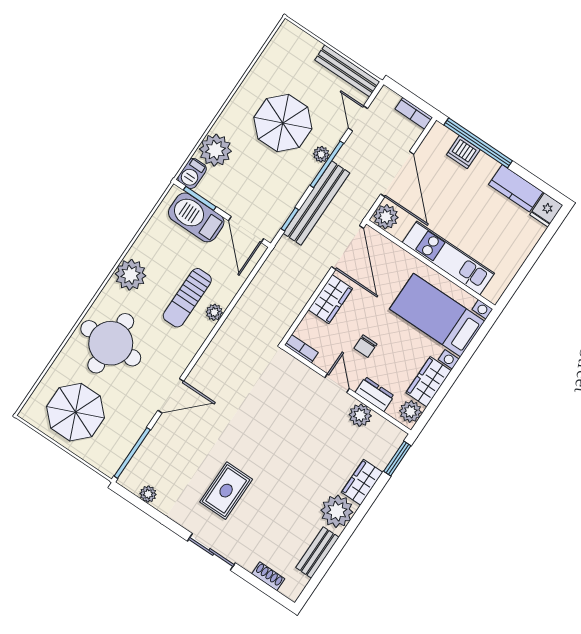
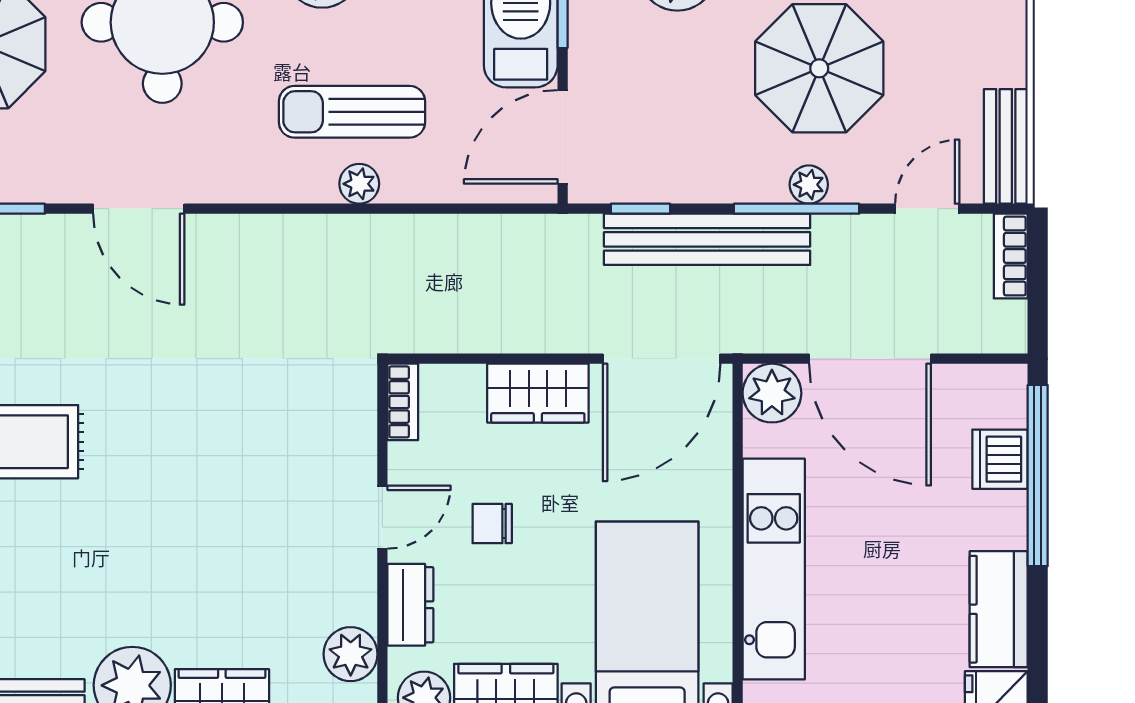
bench: (347, 71) -> (1006, 146), width x0.73
bookcase: (414, 113) -> (1011, 256), moved
door: (397, 174) -> (870, 359), hinge flipped
plant: (360, 415) -> (351, 654), moved

